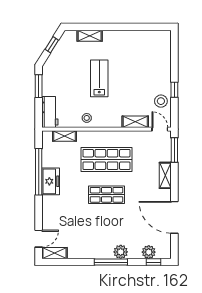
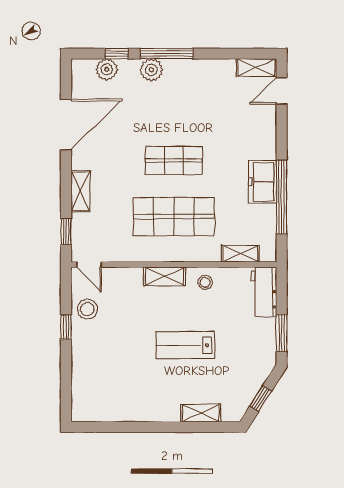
lab bench: (99, 78) -> (185, 345), turned 90
shelving: (135, 122) -> (165, 276), moved
window: (174, 150) -> (66, 232), width x0.67
door: (174, 217) -> (66, 125), hinge flipped
window: (153, 262) -> (117, 54), moved

